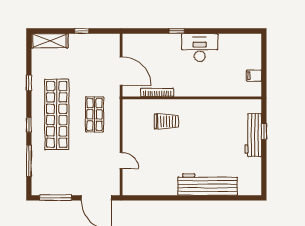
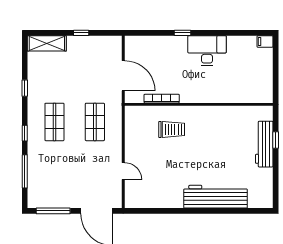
filing cabinet: (254, 76) -> (265, 42), moved
shop shelf: (57, 114) -> (54, 122), width x0.50, depth x0.74

